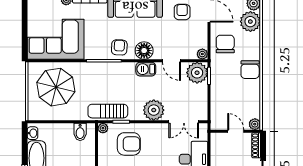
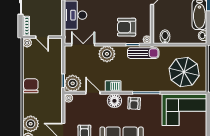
chair: (225, 44) -> (50, 106), removed

